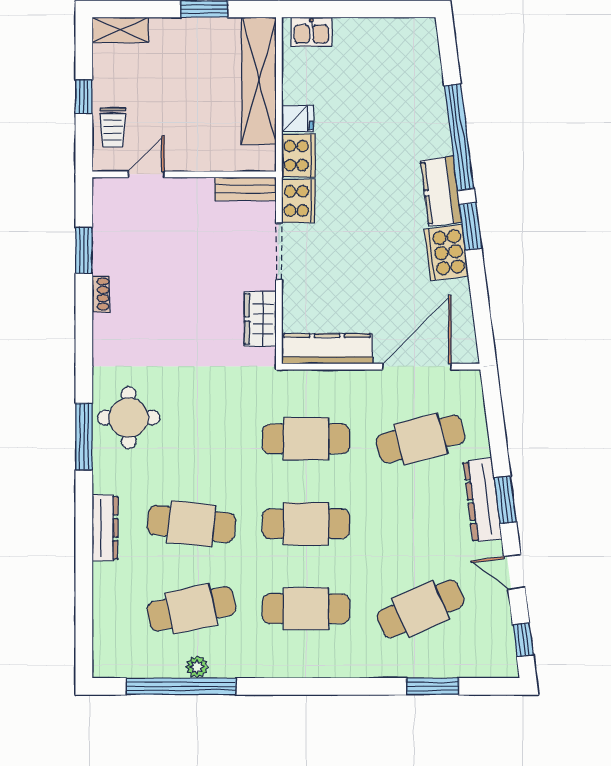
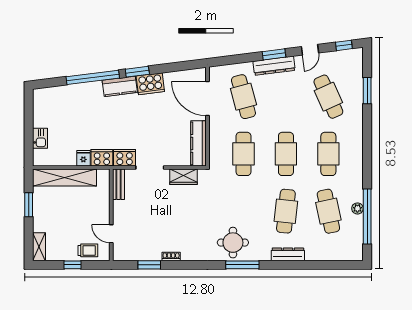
kitchen sink: (311, 32) -> (40, 138), moved

